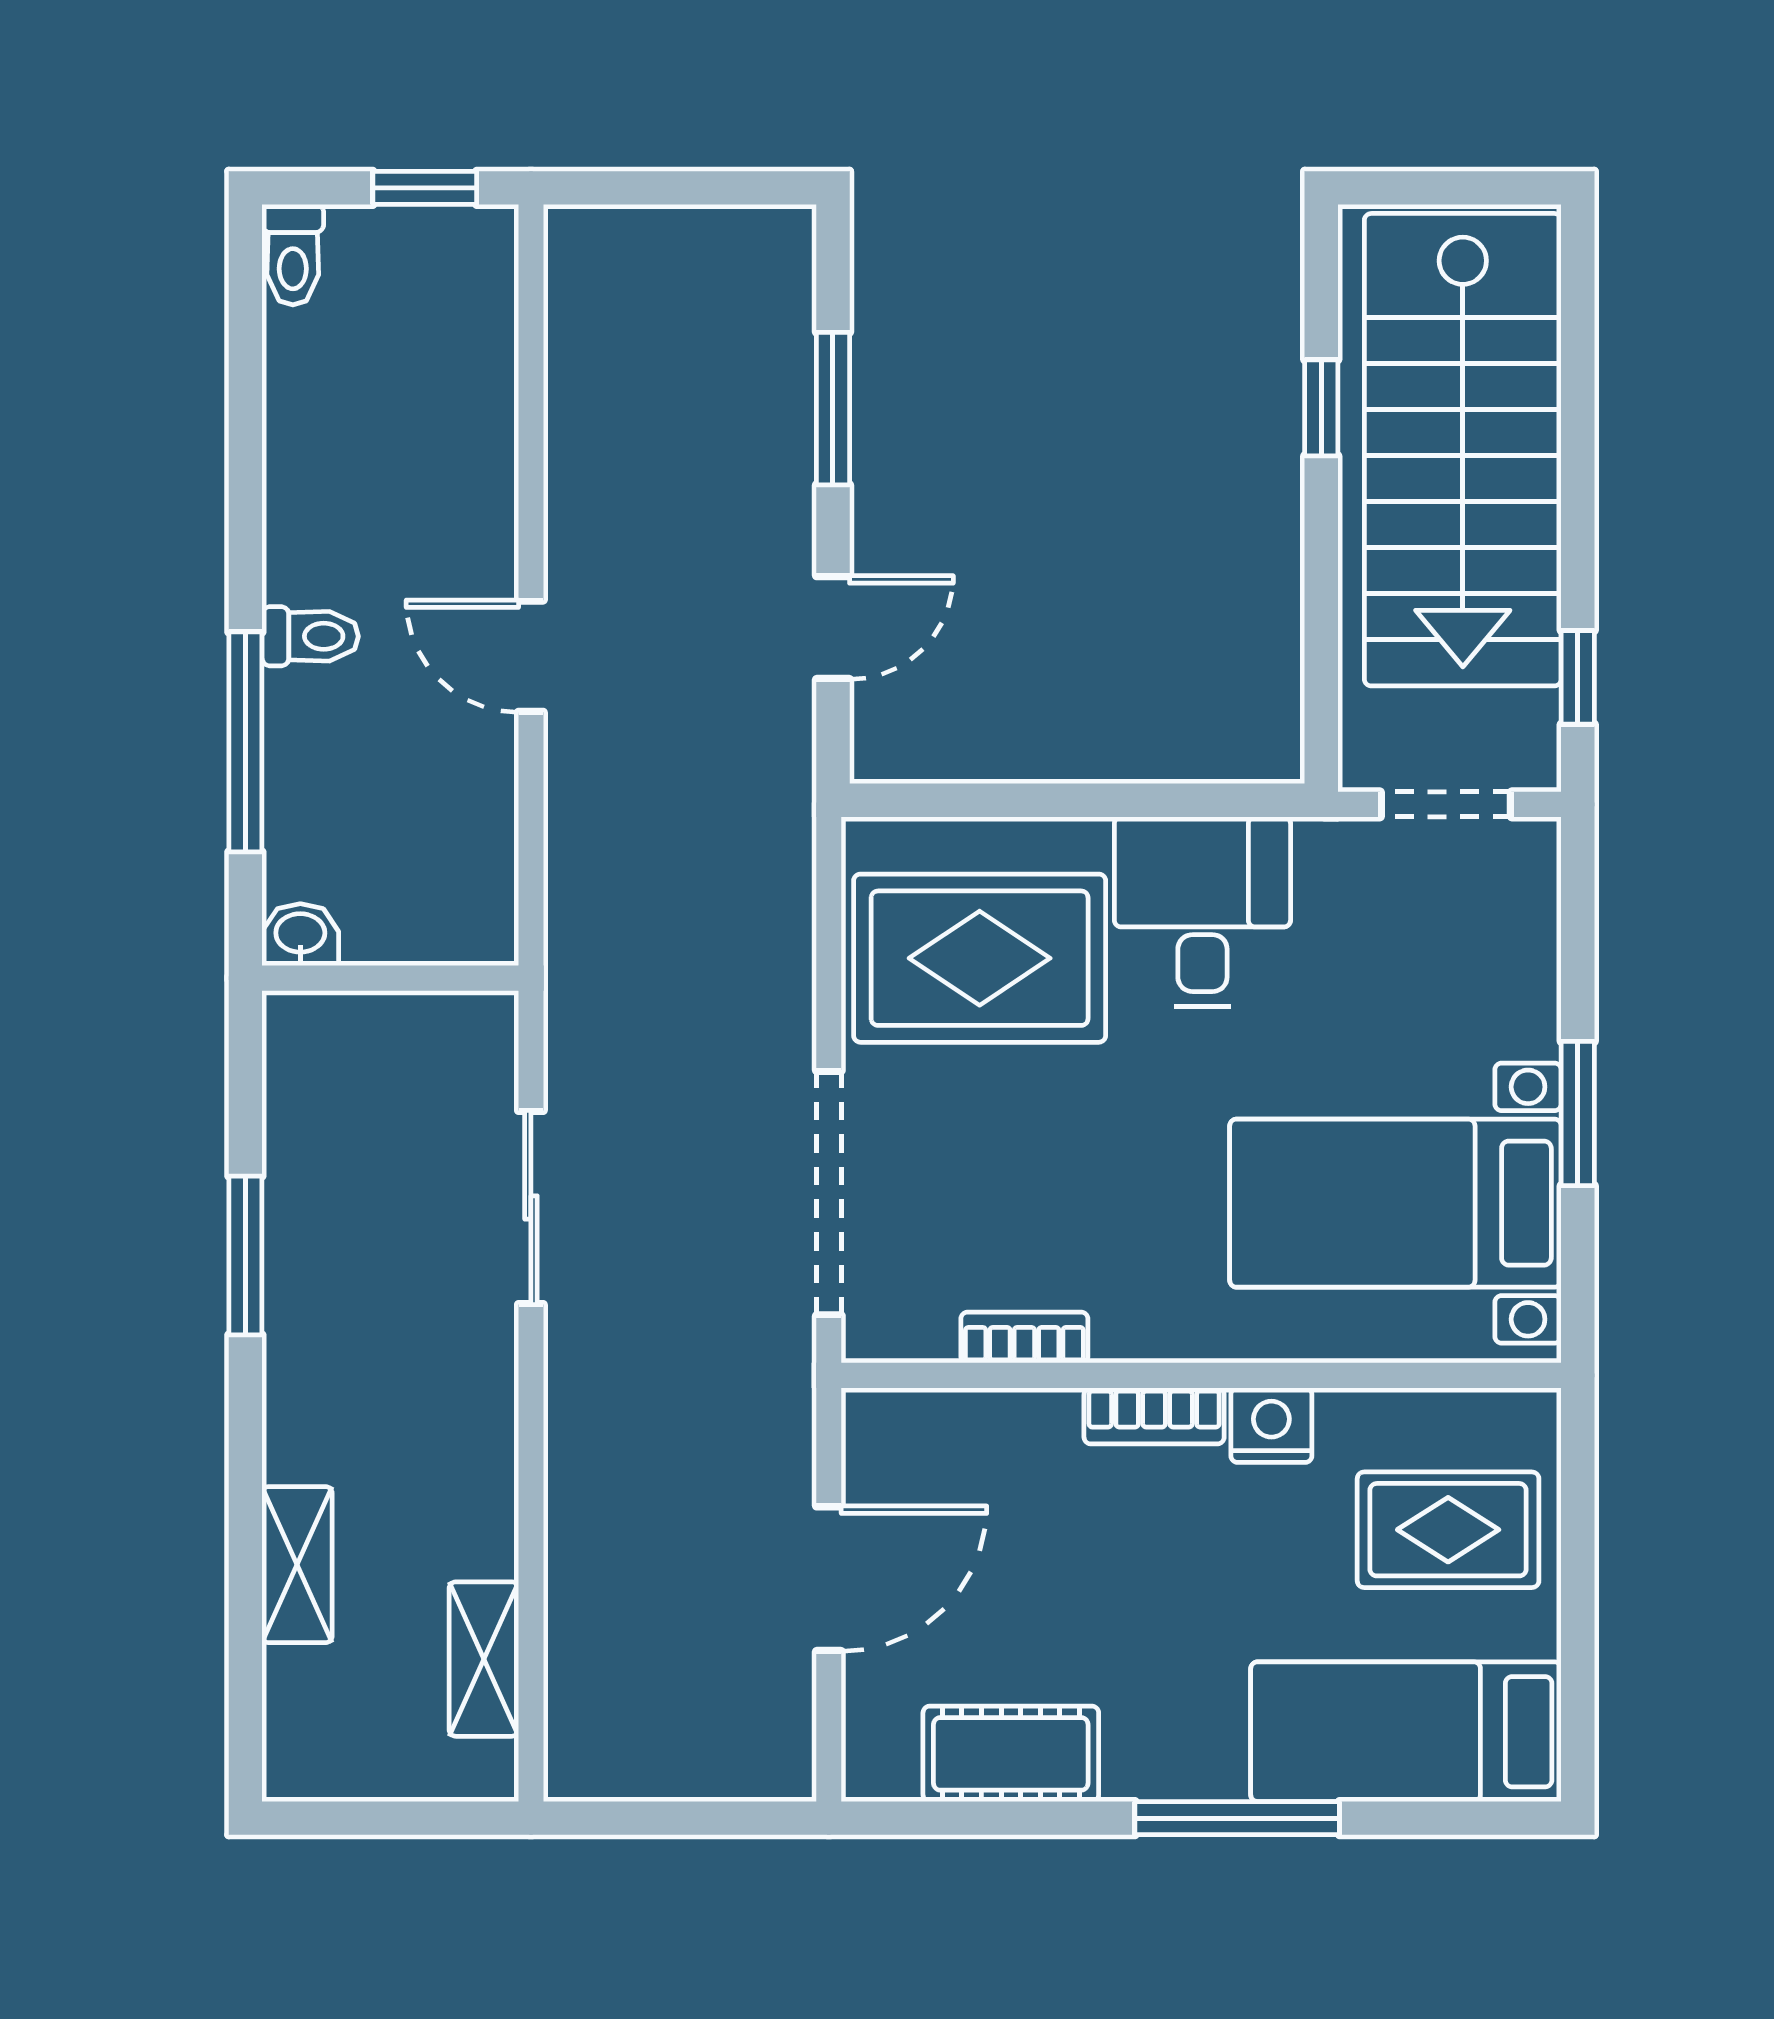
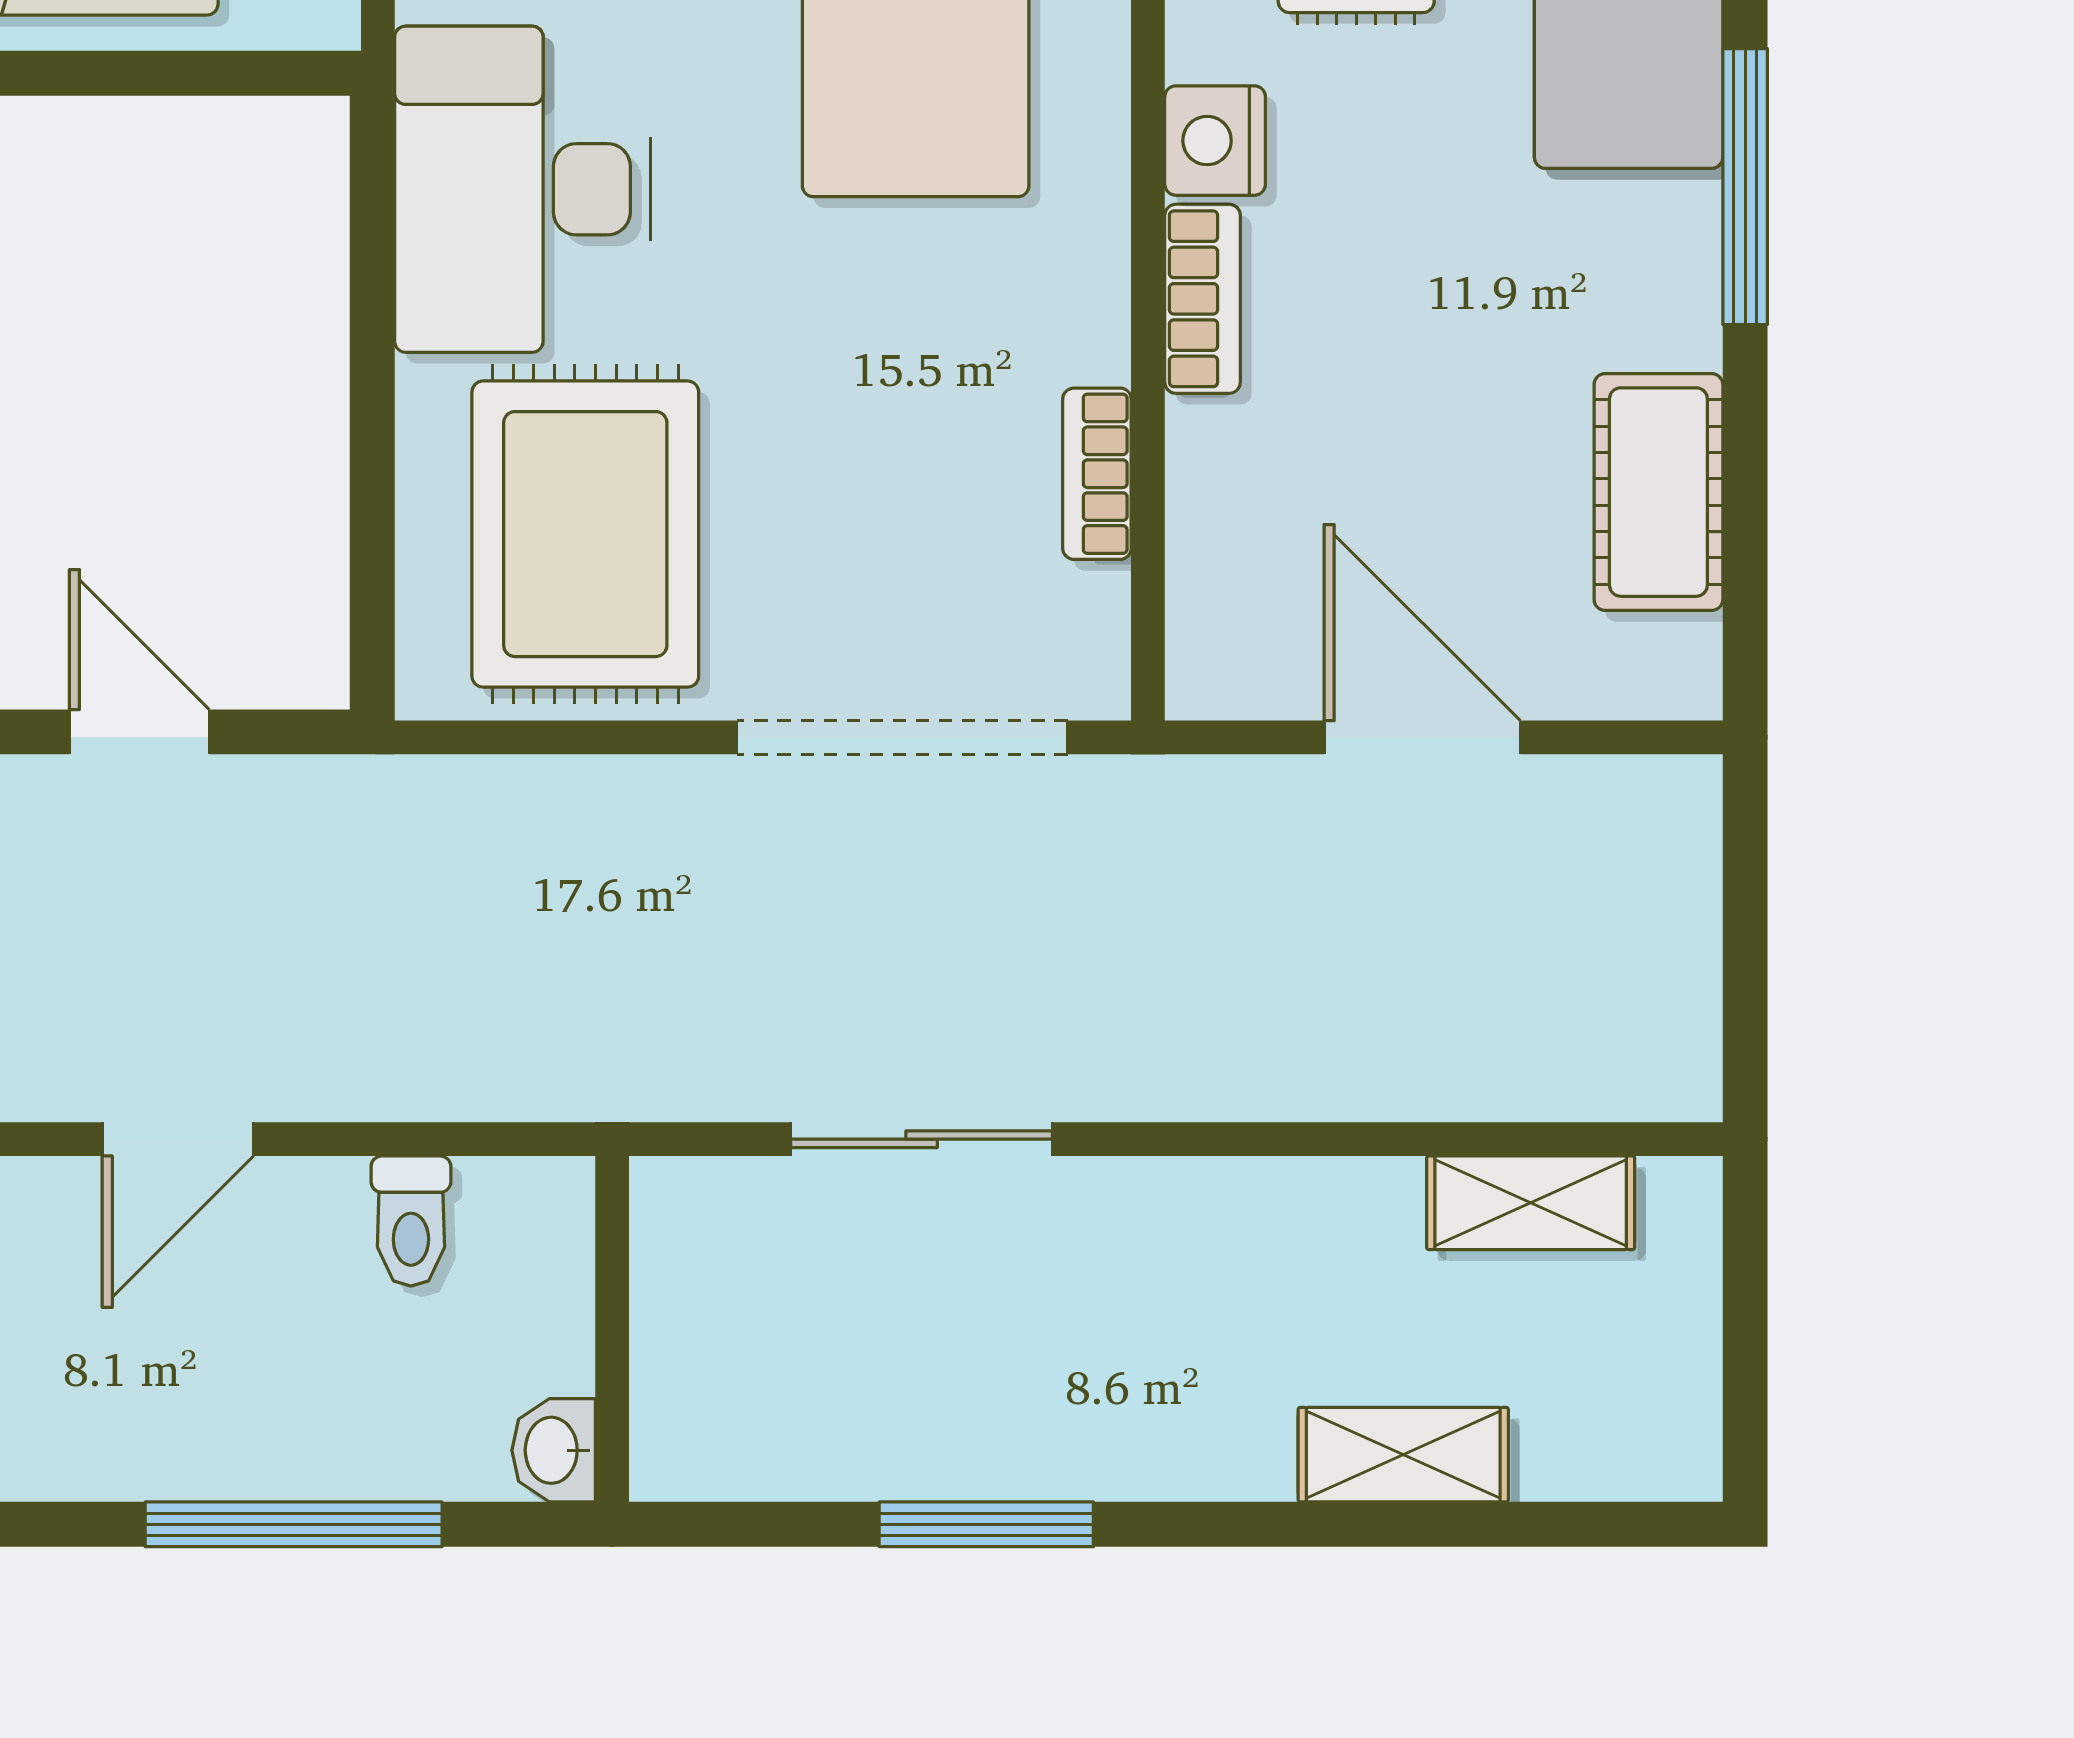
toilet: (310, 636) -> (411, 1221), moved, turned 180
desk: (1202, 912) -> (523, 189), width x1.37

